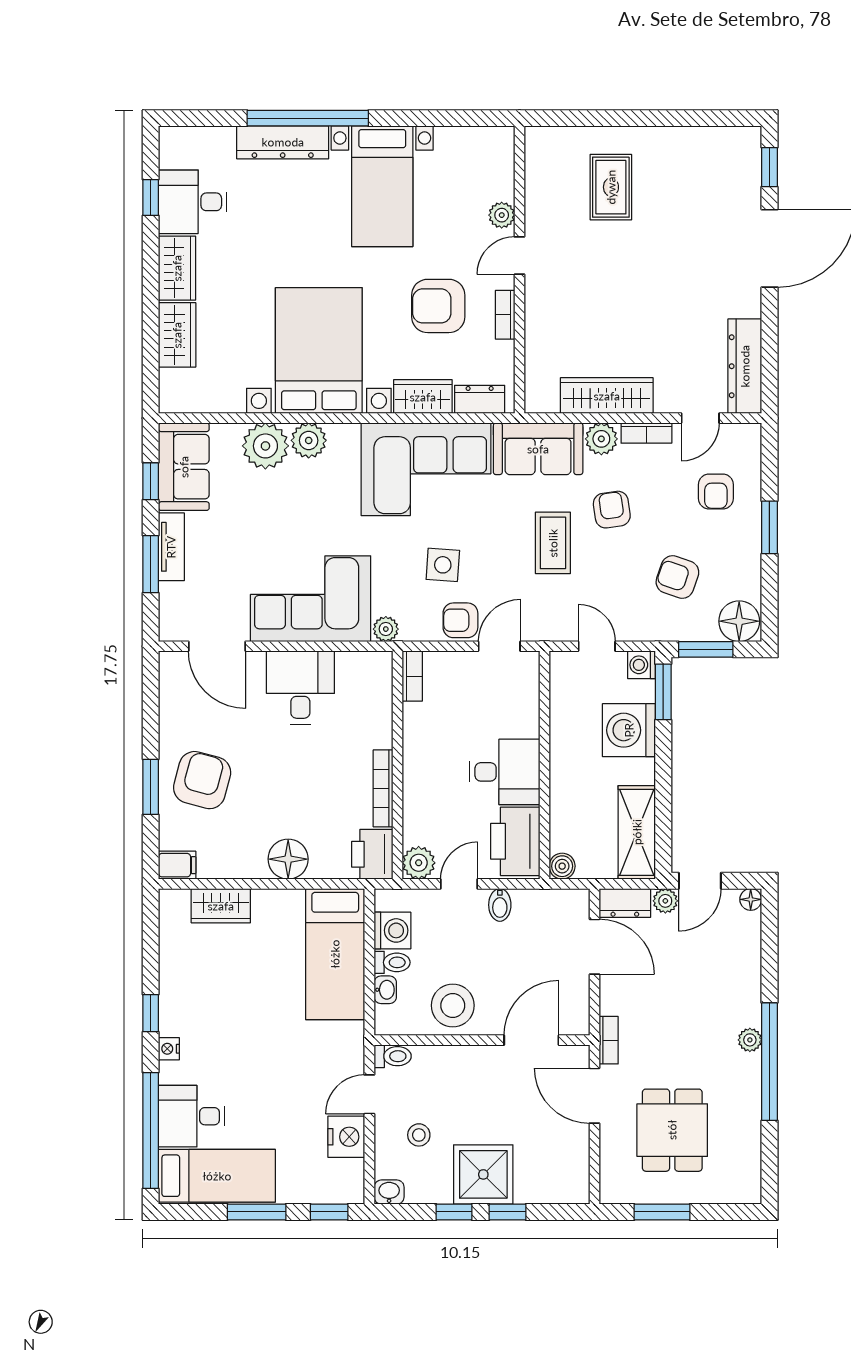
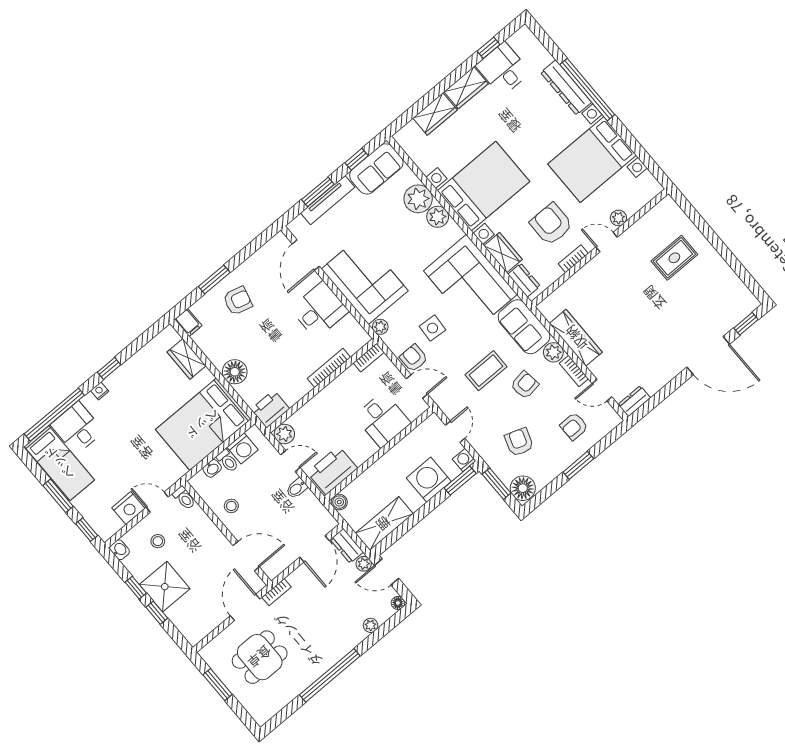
bed with nightstands: (382, 186) -> (592, 160), width x1.36
dresser: (745, 366) -> (634, 401), width x0.51, depth x0.80
tv unit: (171, 547) -> (328, 200), width x1.41
desk: (505, 772) -> (382, 420), moved
armchair: (202, 780) -> (238, 301), width x0.72, depth x0.72
bookcase: (383, 788) -> (329, 368), moved
bed: (335, 954) -> (203, 424), width x1.50
stool: (453, 1005) -> (231, 506), width x0.53, depth x0.53
plant: (750, 1040) -> (371, 625), moved

